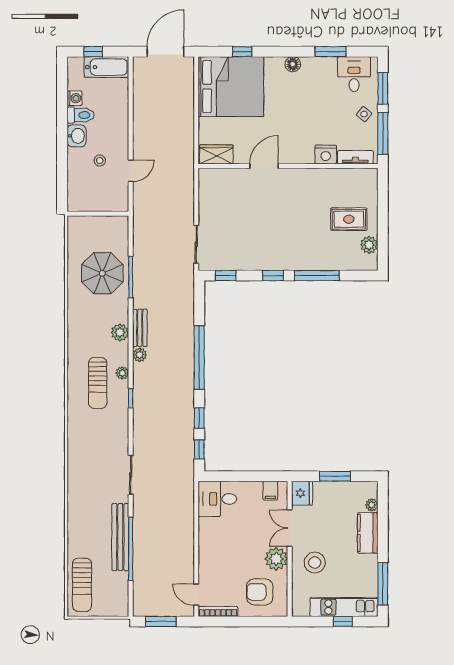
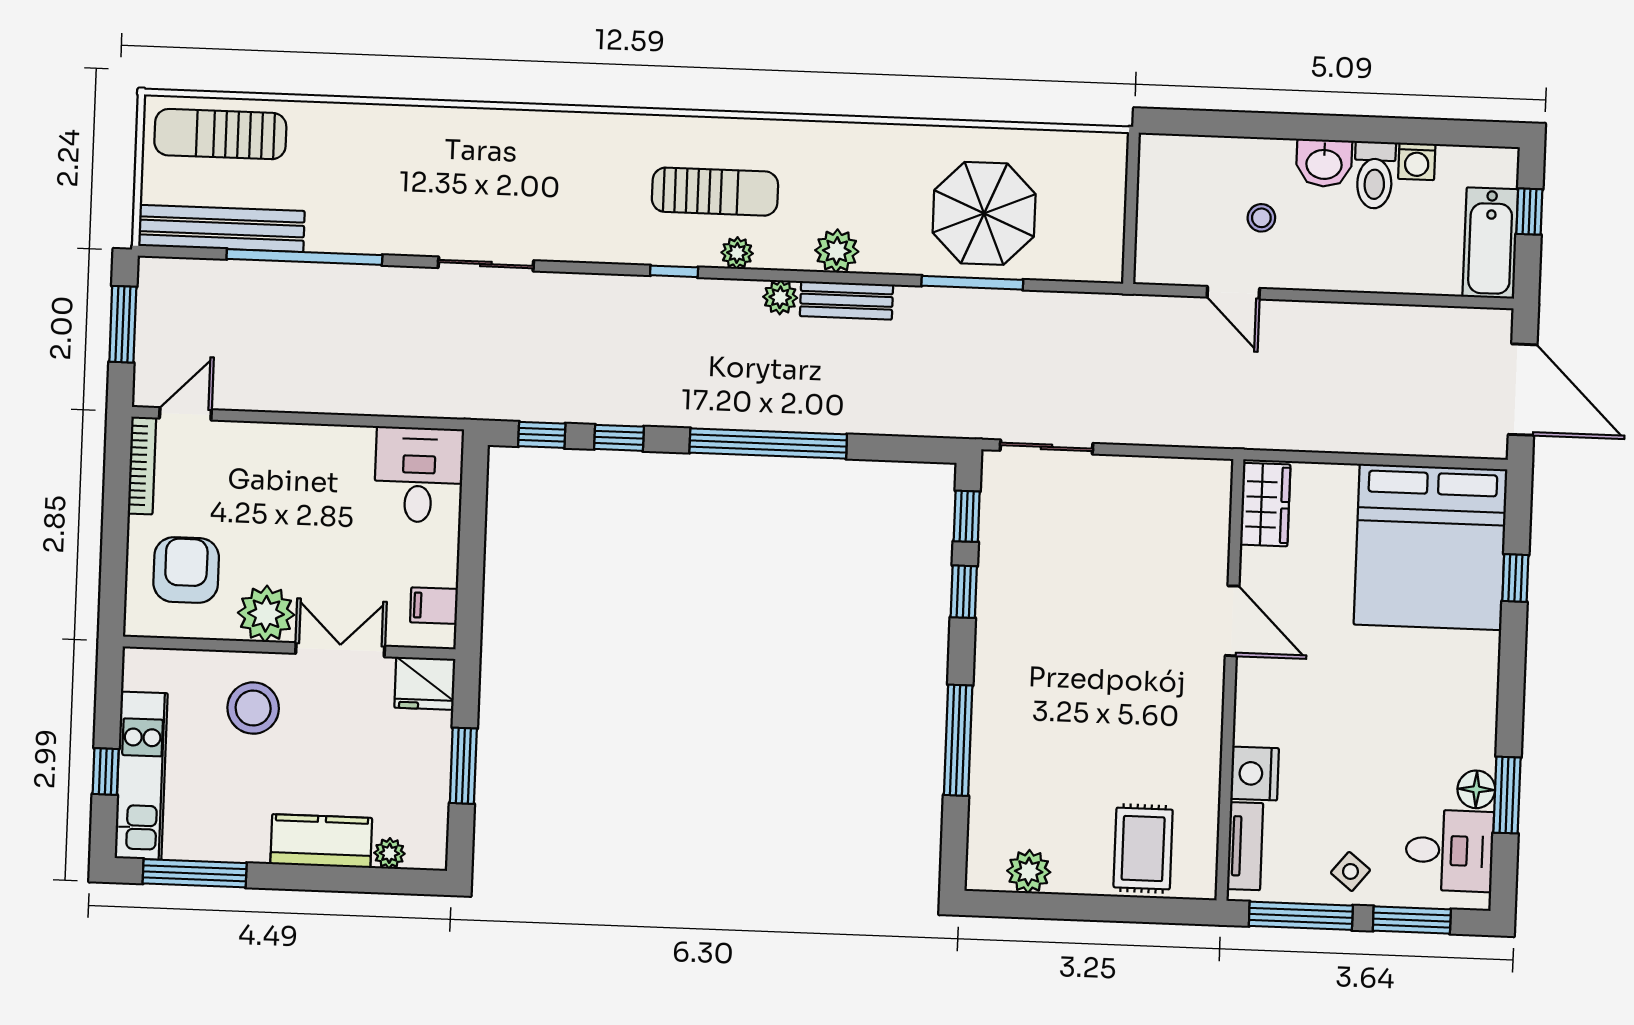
floor lamp: (293, 64) -> (1476, 789), moved
rug: (349, 219) -> (1143, 849), moved
window: (273, 276) -> (964, 592), moved
sun lounger: (98, 383) -> (715, 192), turned 180
bench: (120, 537) -> (221, 228), moved

